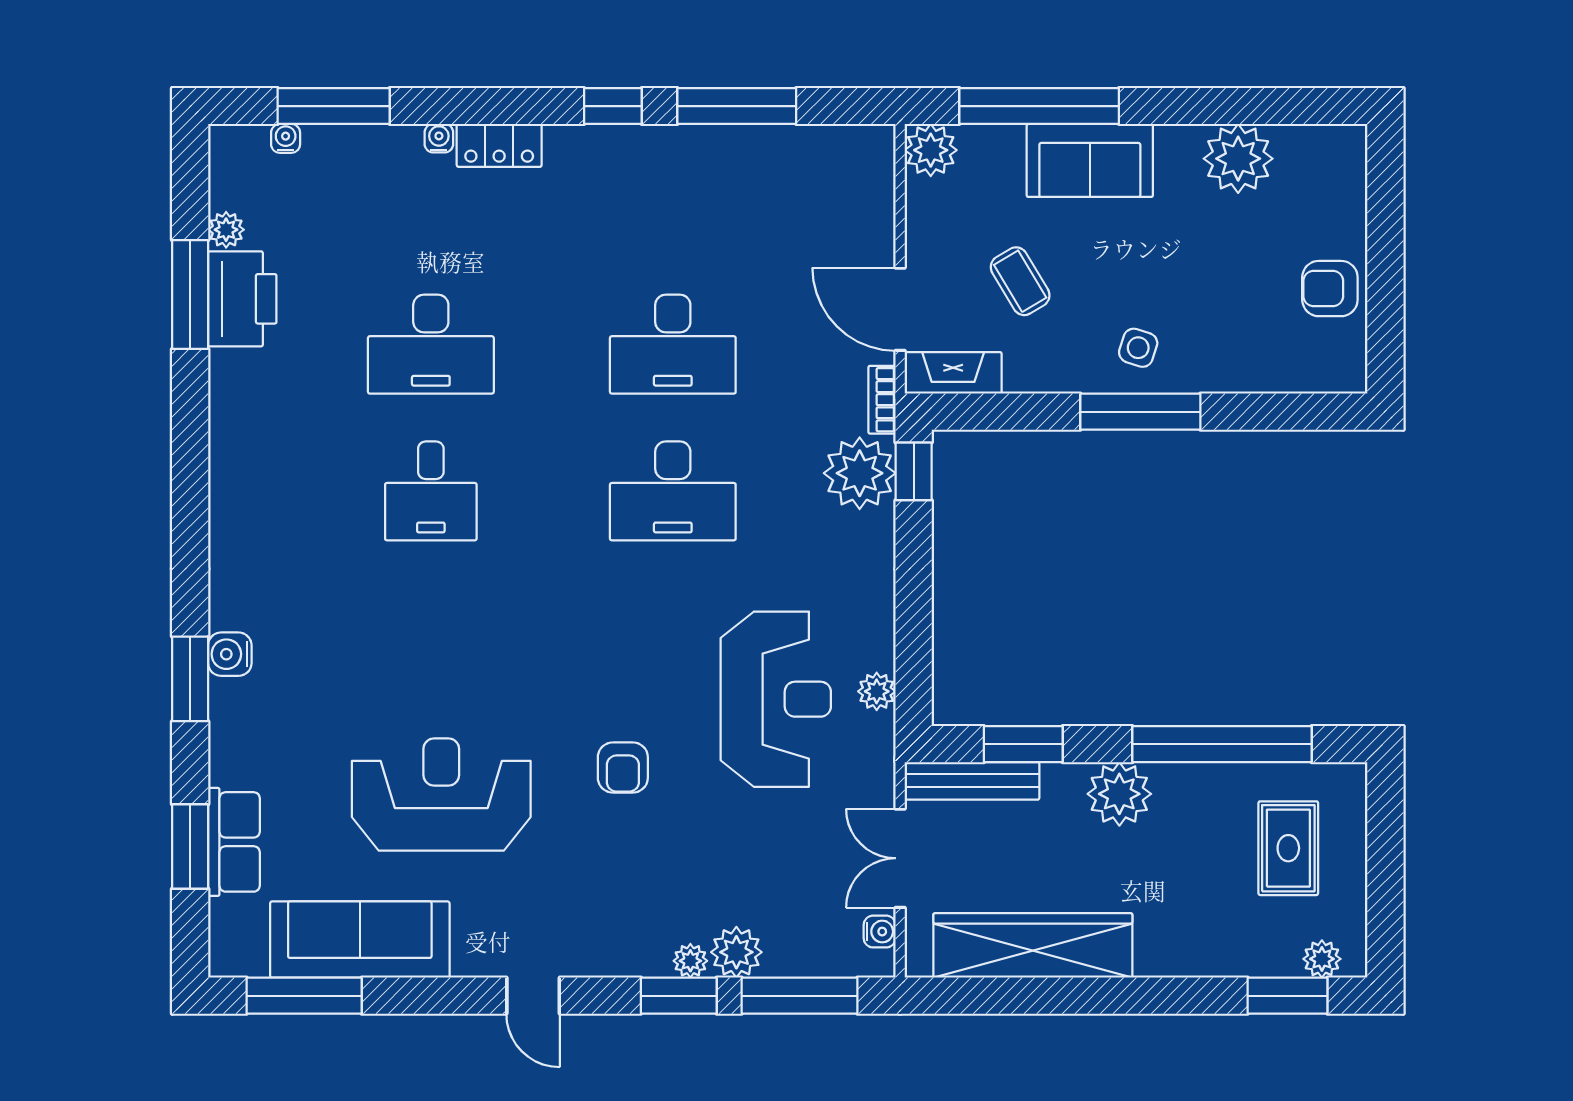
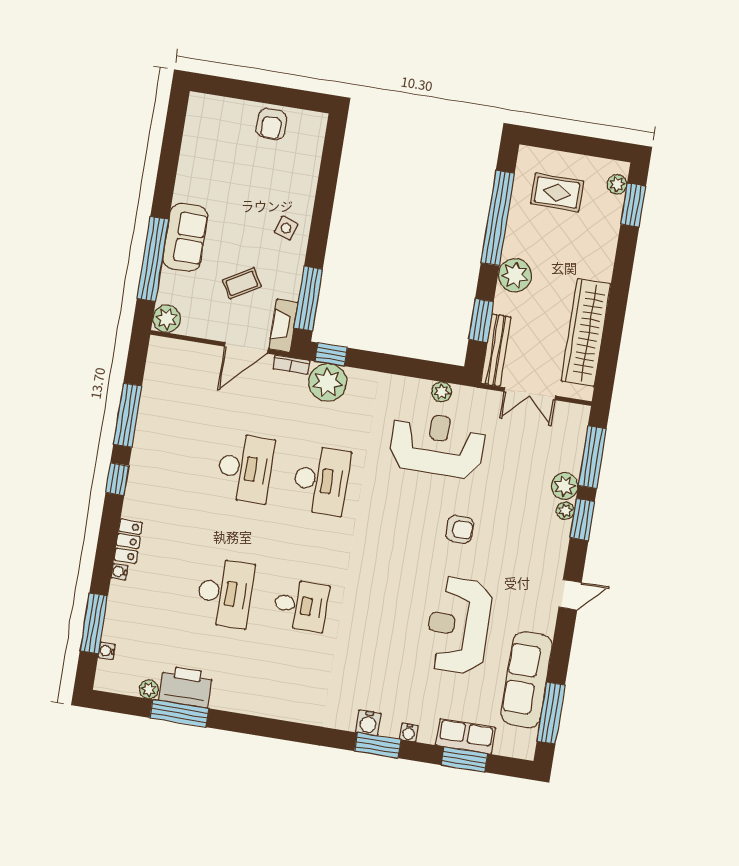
plant: (1238, 159) -> (197, 161), removed
window: (1140, 412) -> (308, 299), moved
water cooler: (880, 932) -> (409, 732), moved, turned 180

